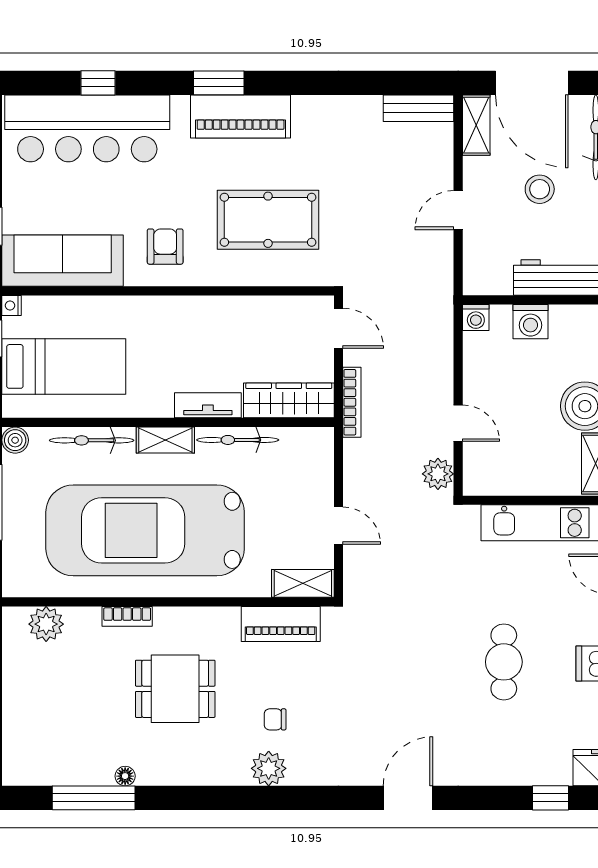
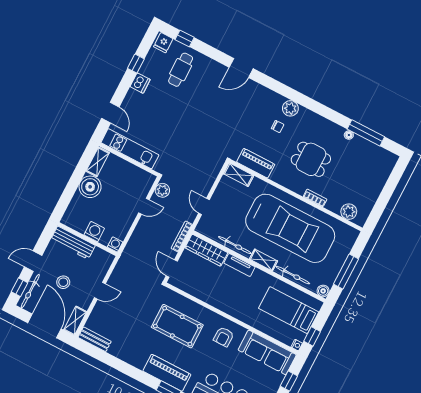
door: (458, 423) -> (144, 206), swing flipped
door: (339, 526) -> (204, 206), moved
cafe table: (504, 662) -> (181, 70), moved

